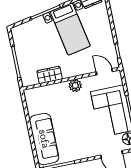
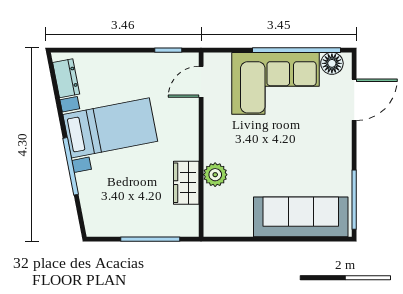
plant: (75, 86) -> (215, 175), moved

